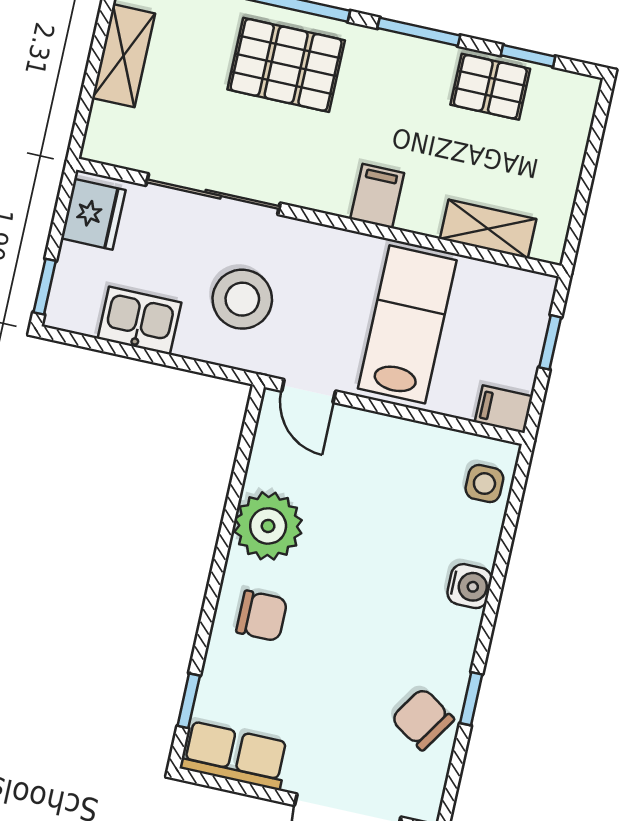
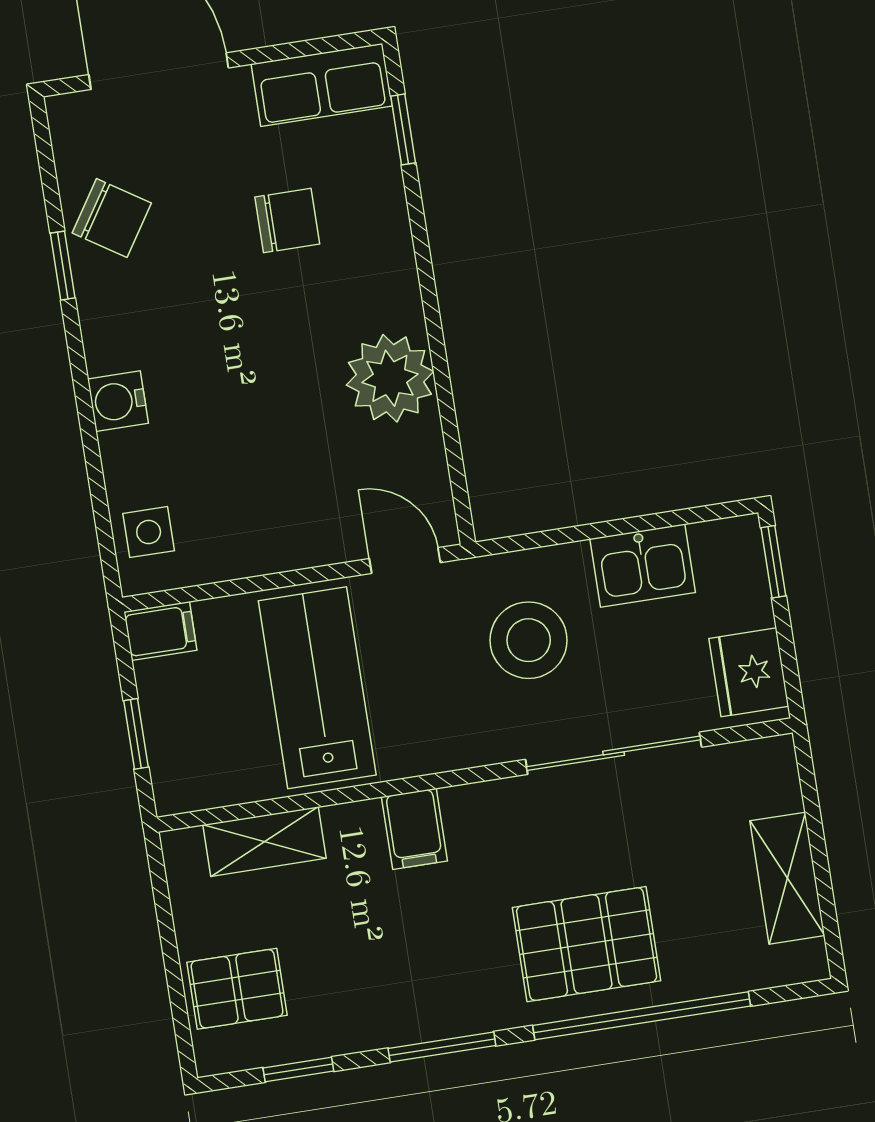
pallet: (490, 87) -> (237, 989), moved
lab bench: (407, 324) -> (317, 688), turned 180
chair: (262, 616) -> (287, 220), moved, turned 180

